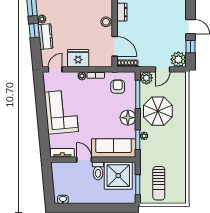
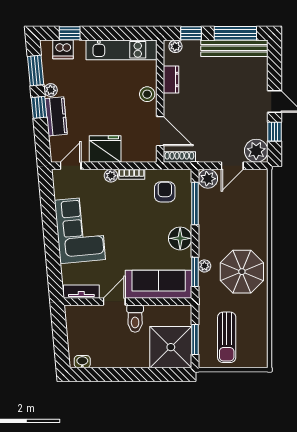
parasol: (158, 111) -> (242, 272), moved
door: (84, 160) -> (114, 302), hinge flipped
shower: (118, 176) -> (171, 347), moved

